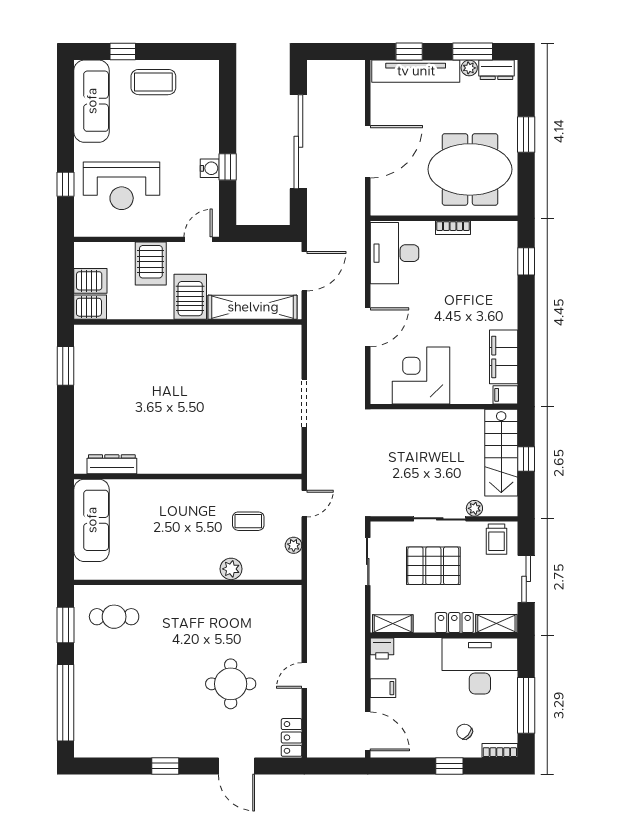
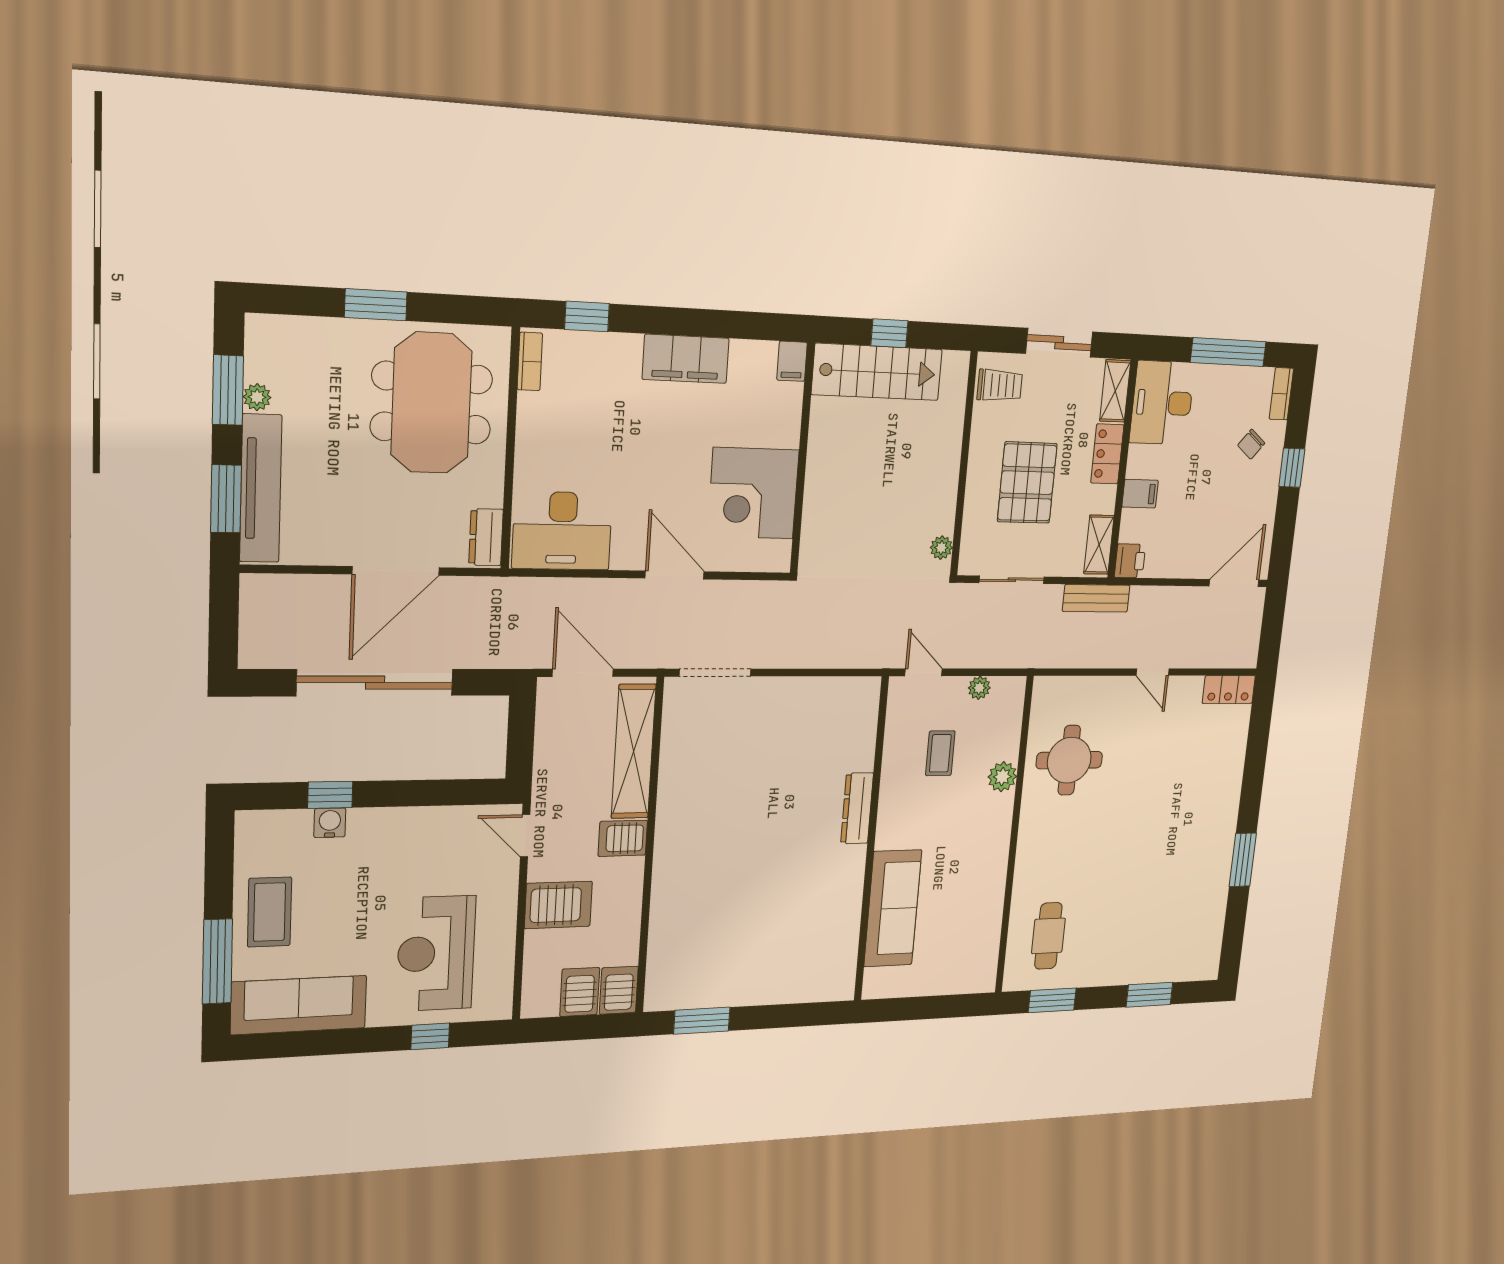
window: (123, 51) -> (217, 961), width x2.17
window: (409, 51) -> (226, 499), width x1.50
dresser: (496, 70) -> (486, 537), moved, turned 180
door: (368, 152) -> (396, 571), swing flipped
window: (228, 167) -> (330, 795), moved
water cooler: (210, 168) -> (330, 823), moved
reception desk: (122, 186) -> (436, 953), turned 180
bookcase: (453, 228) -> (530, 361), moved
server rack: (190, 297) -> (623, 838), width x0.73, depth x0.70
filing cabinet: (504, 357) -> (686, 359), moved
doorway: (304, 403) -> (715, 673), moved
dresser: (112, 464) -> (857, 808), moved
plant: (474, 508) -> (941, 548), moved
sliding door: (440, 519) -> (963, 471), removed
sofa: (92, 520) -> (893, 908), moved, turned 90
bench: (356, 626) -> (1096, 598), added
desk: (480, 666) -> (1162, 403), width x0.73, depth x0.77
round table: (231, 684) -> (1069, 760), moved
filing cabinet: (383, 688) -> (1140, 494), moved, turned 90
window: (66, 703) -> (1149, 995), width x0.47
window: (165, 766) -> (1243, 860), width x1.50
door: (236, 766) -> (1255, 765), removed

